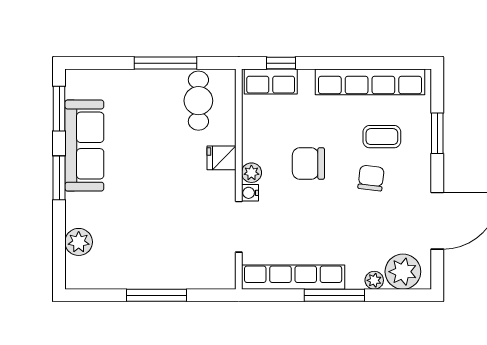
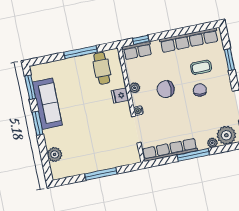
plant: (251, 173) -> (135, 88), moved

